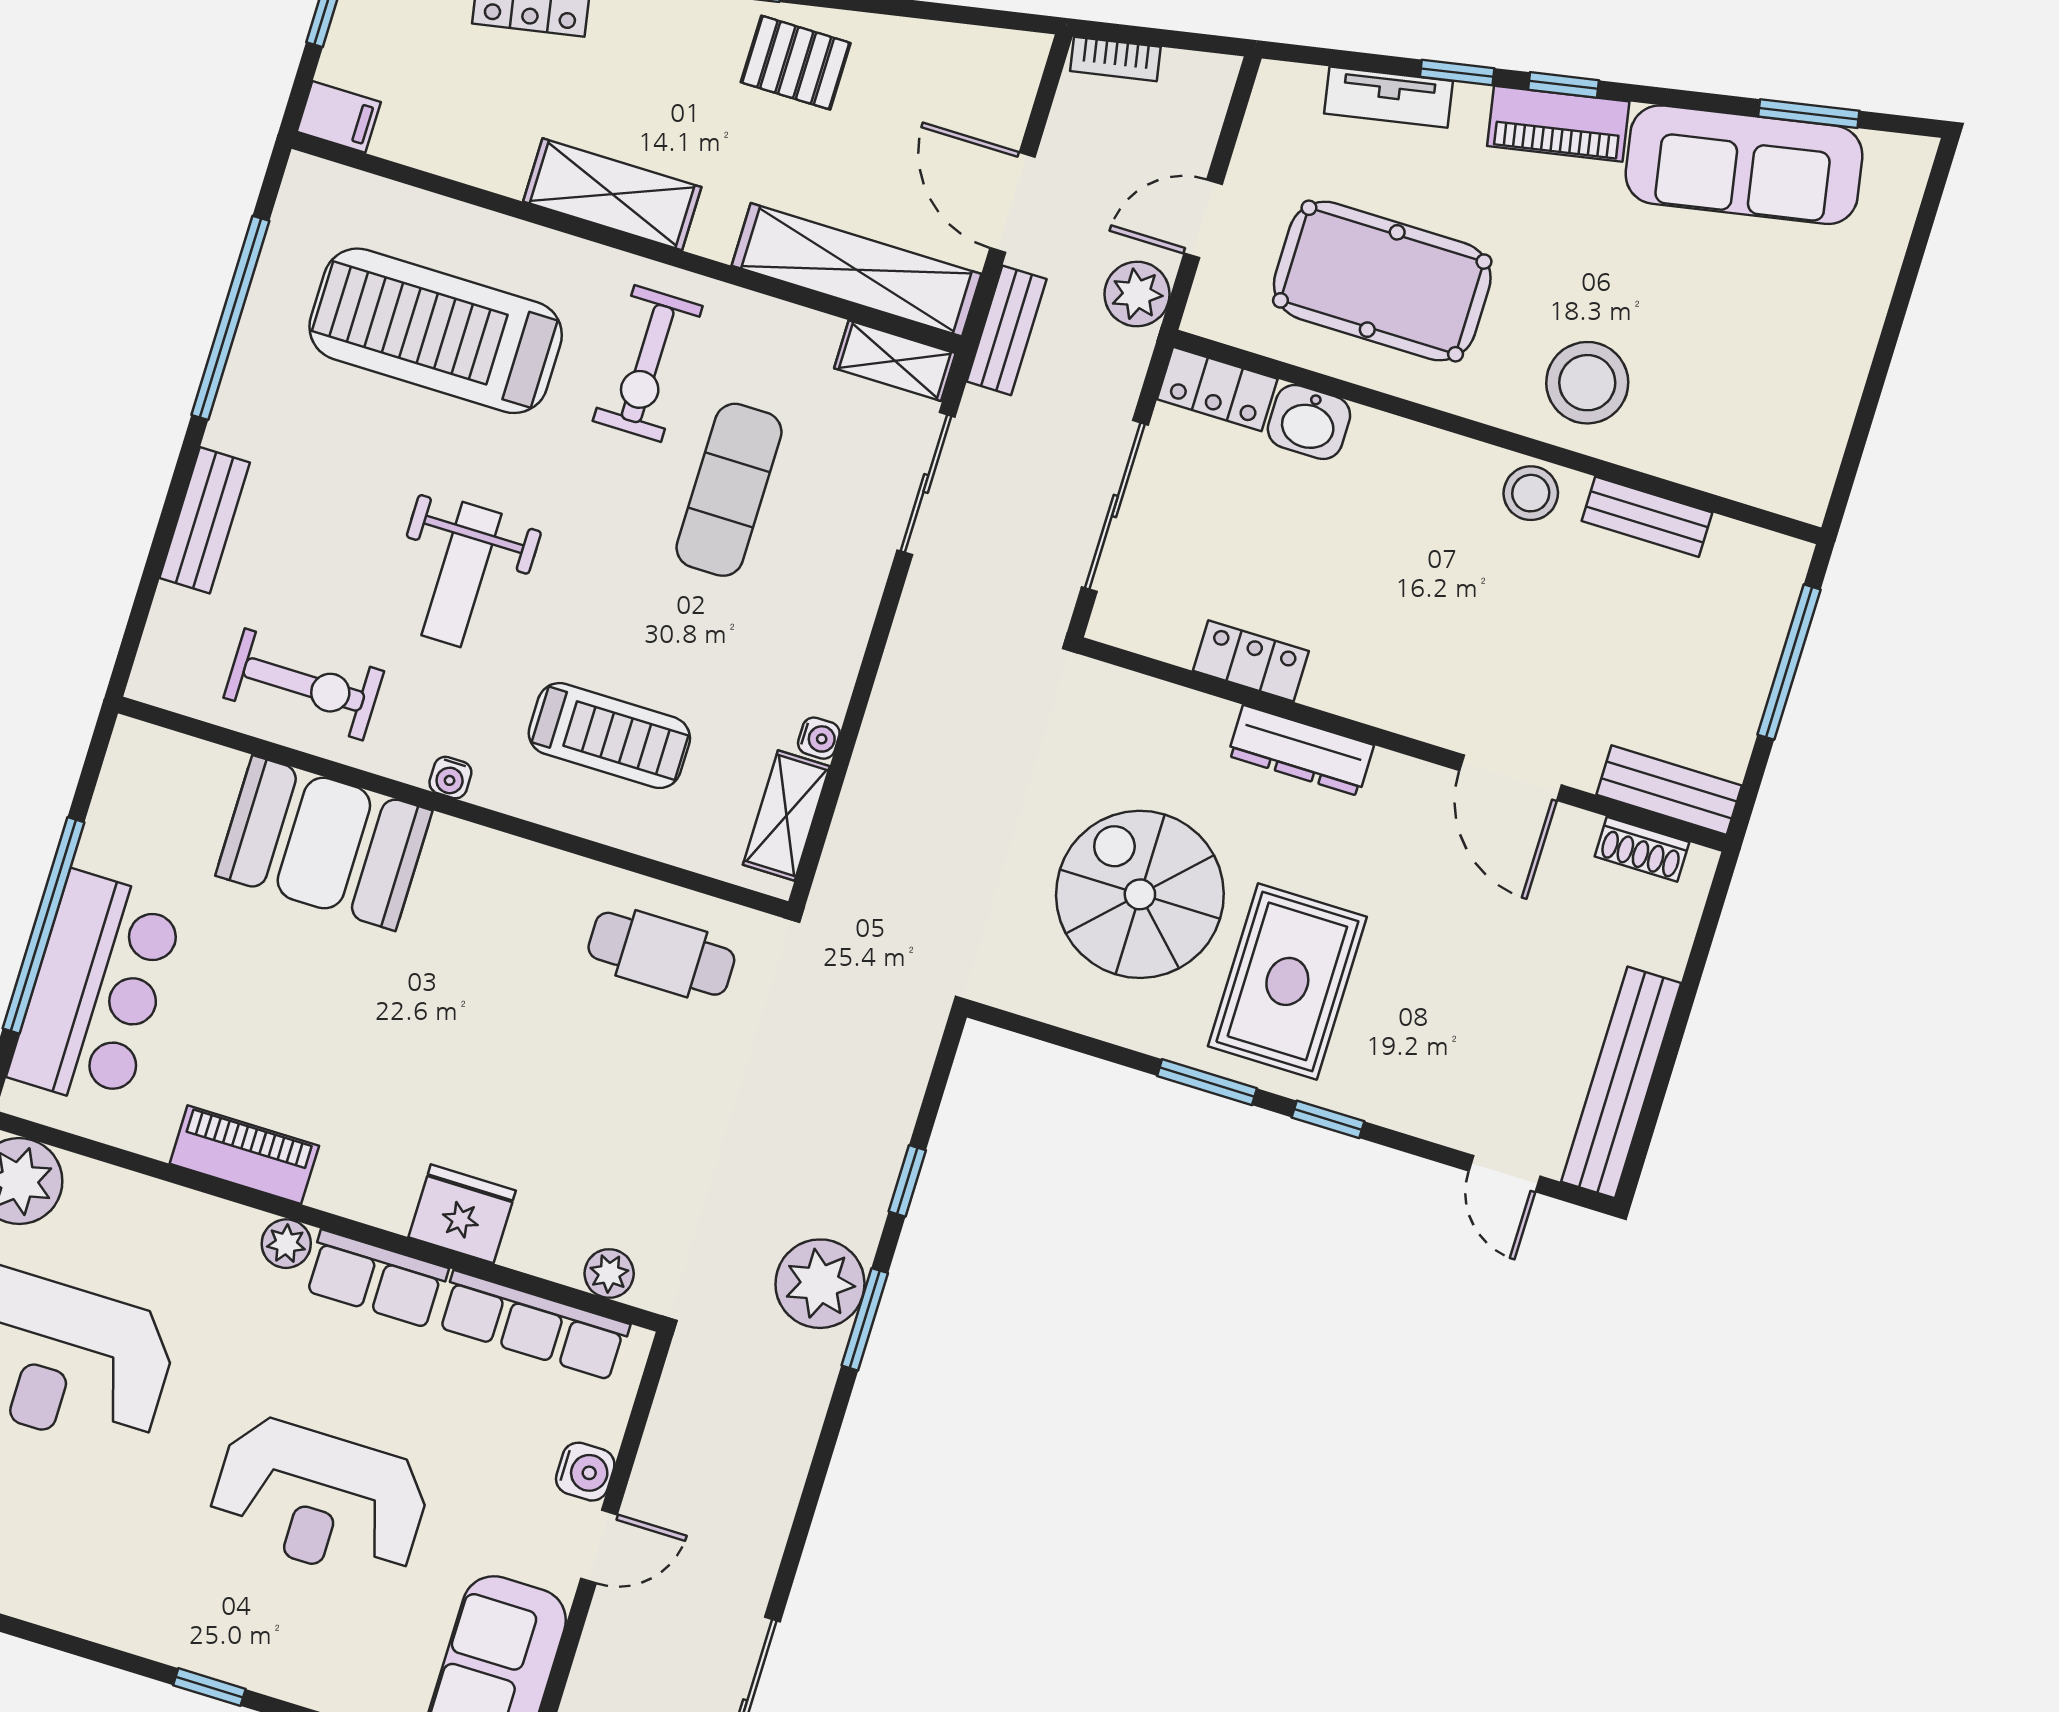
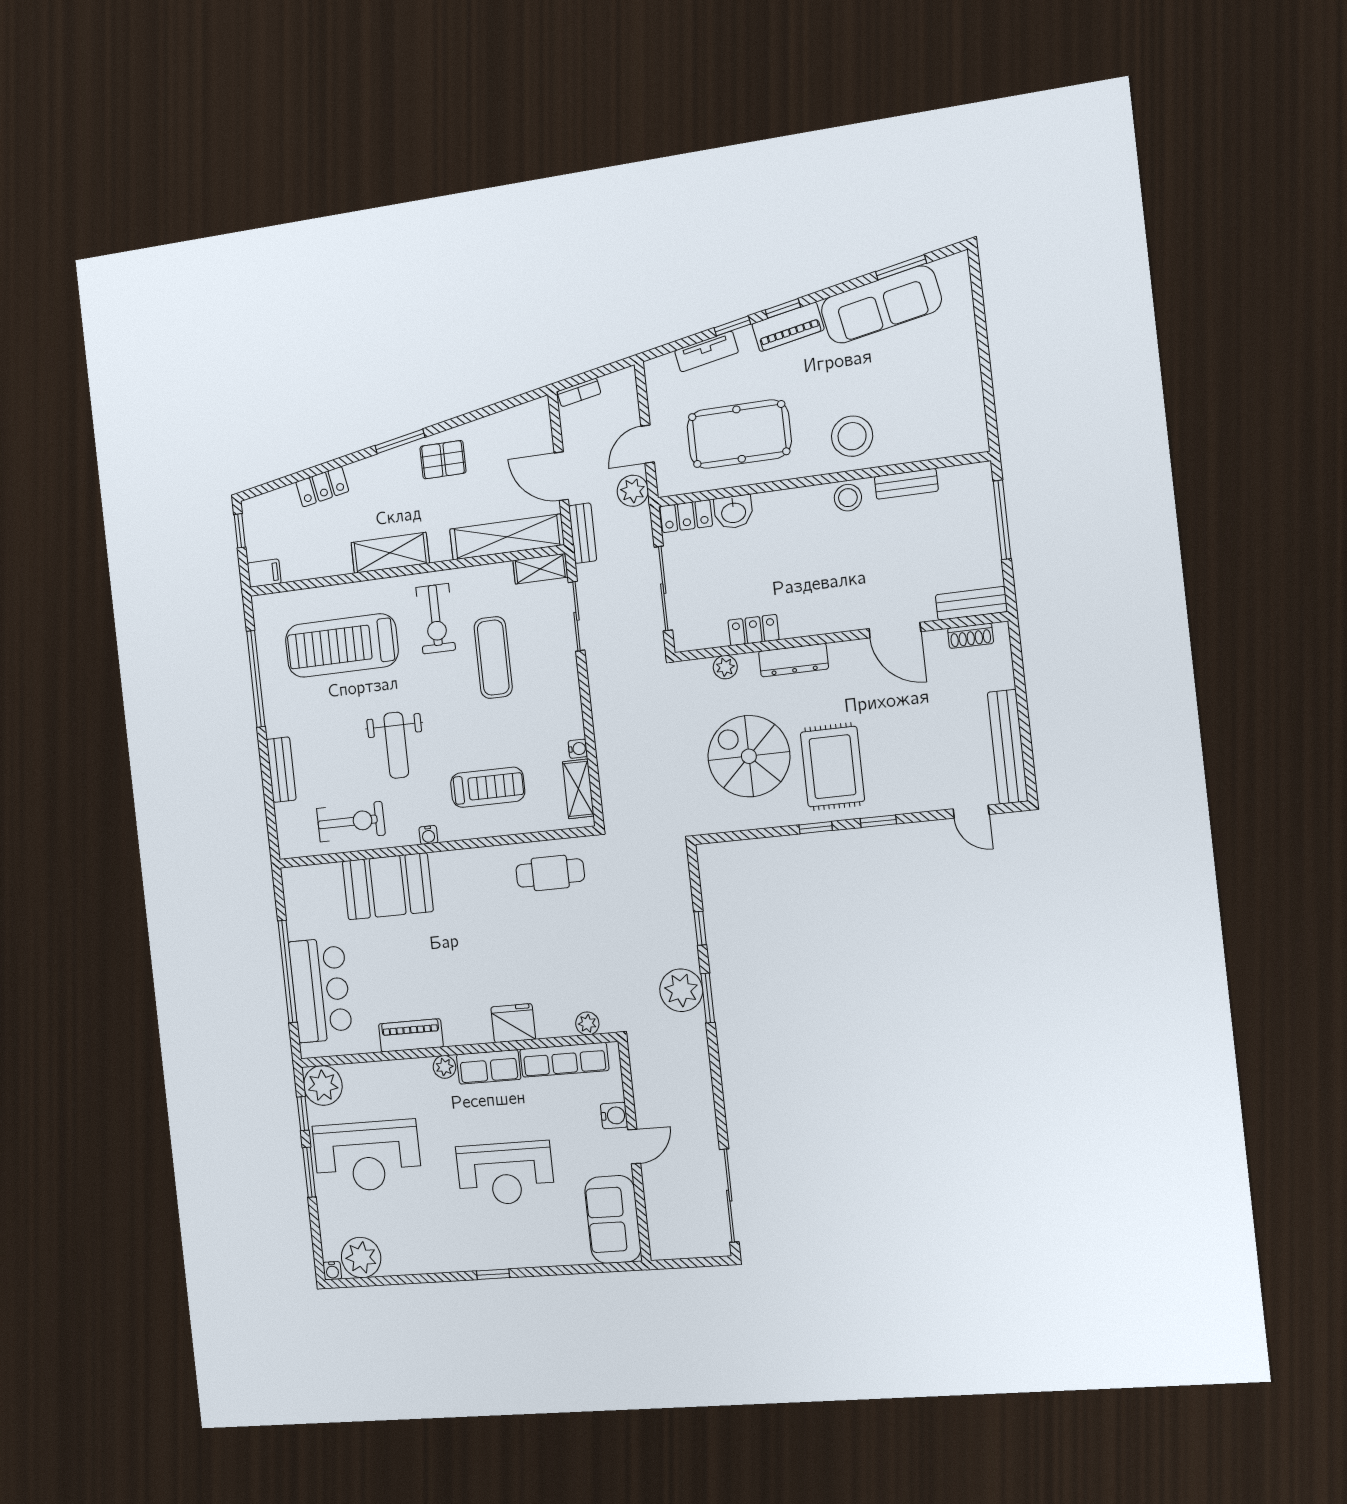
plant: (1168, 707) -> (725, 667), added
window: (1207, 1082) -> (816, 828), width x0.67

